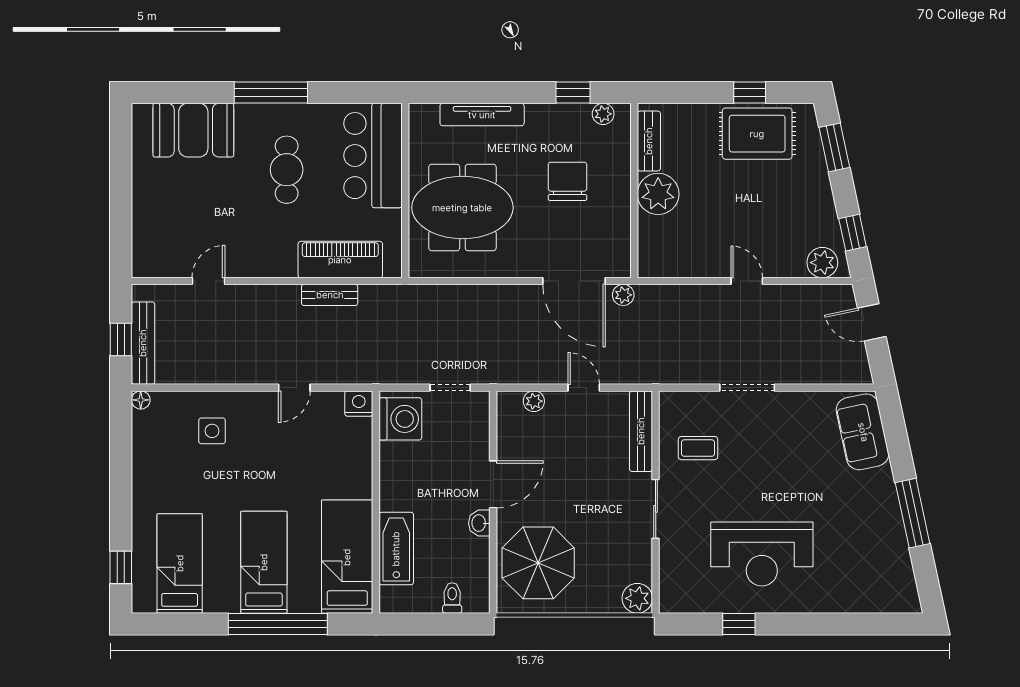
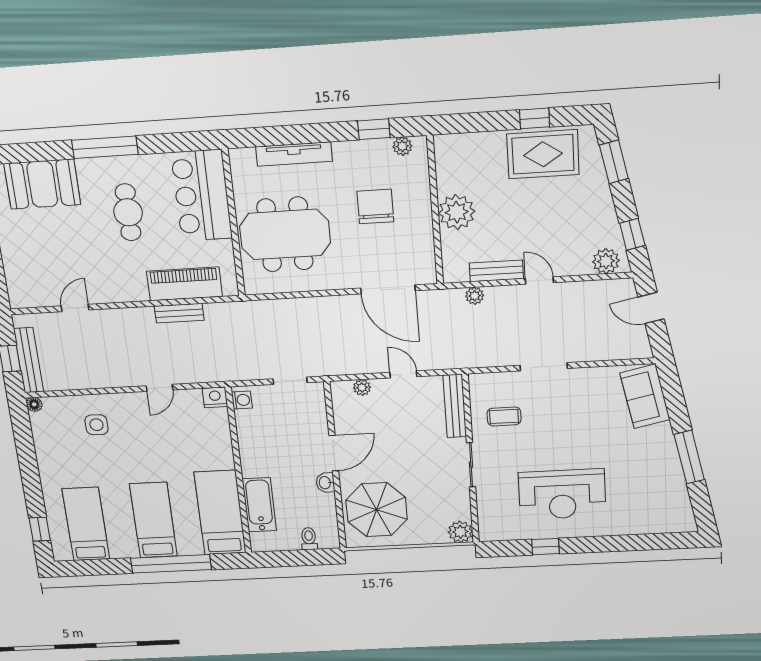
bench: (649, 141) -> (496, 271), moved, turned 90
plant: (623, 295) -> (475, 296), moved
washing machine: (400, 419) -> (242, 400), width x0.53, depth x0.53

